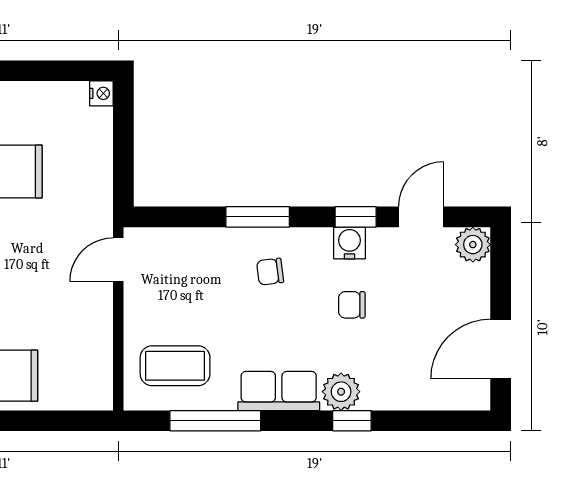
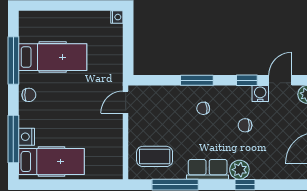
water cooler: (349, 243) -> (260, 94), moved

